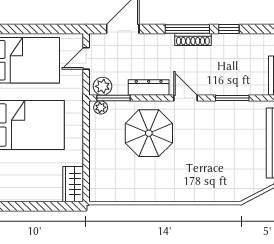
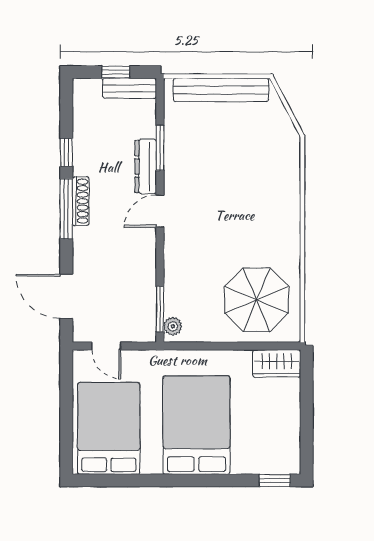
plant: (103, 86) -> (144, 324), removed
dresser: (149, 88) -> (146, 166), moved
parasol: (149, 133) -> (256, 300), moved

